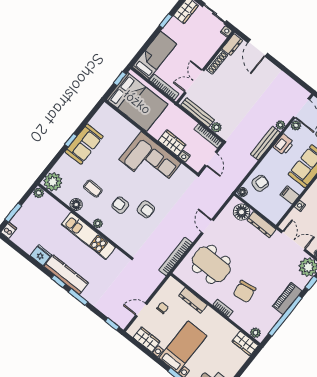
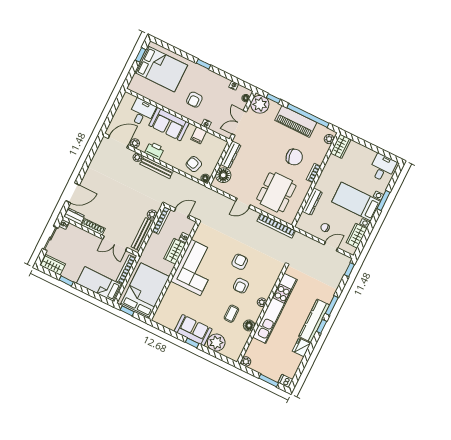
plant: (53, 182) -> (216, 343), moved
kitchen unit: (88, 236) -> (275, 308), width x1.36
piano: (287, 298) -> (296, 121), width x1.37, depth x1.33
door: (141, 310) -> (331, 246), swing flipped

